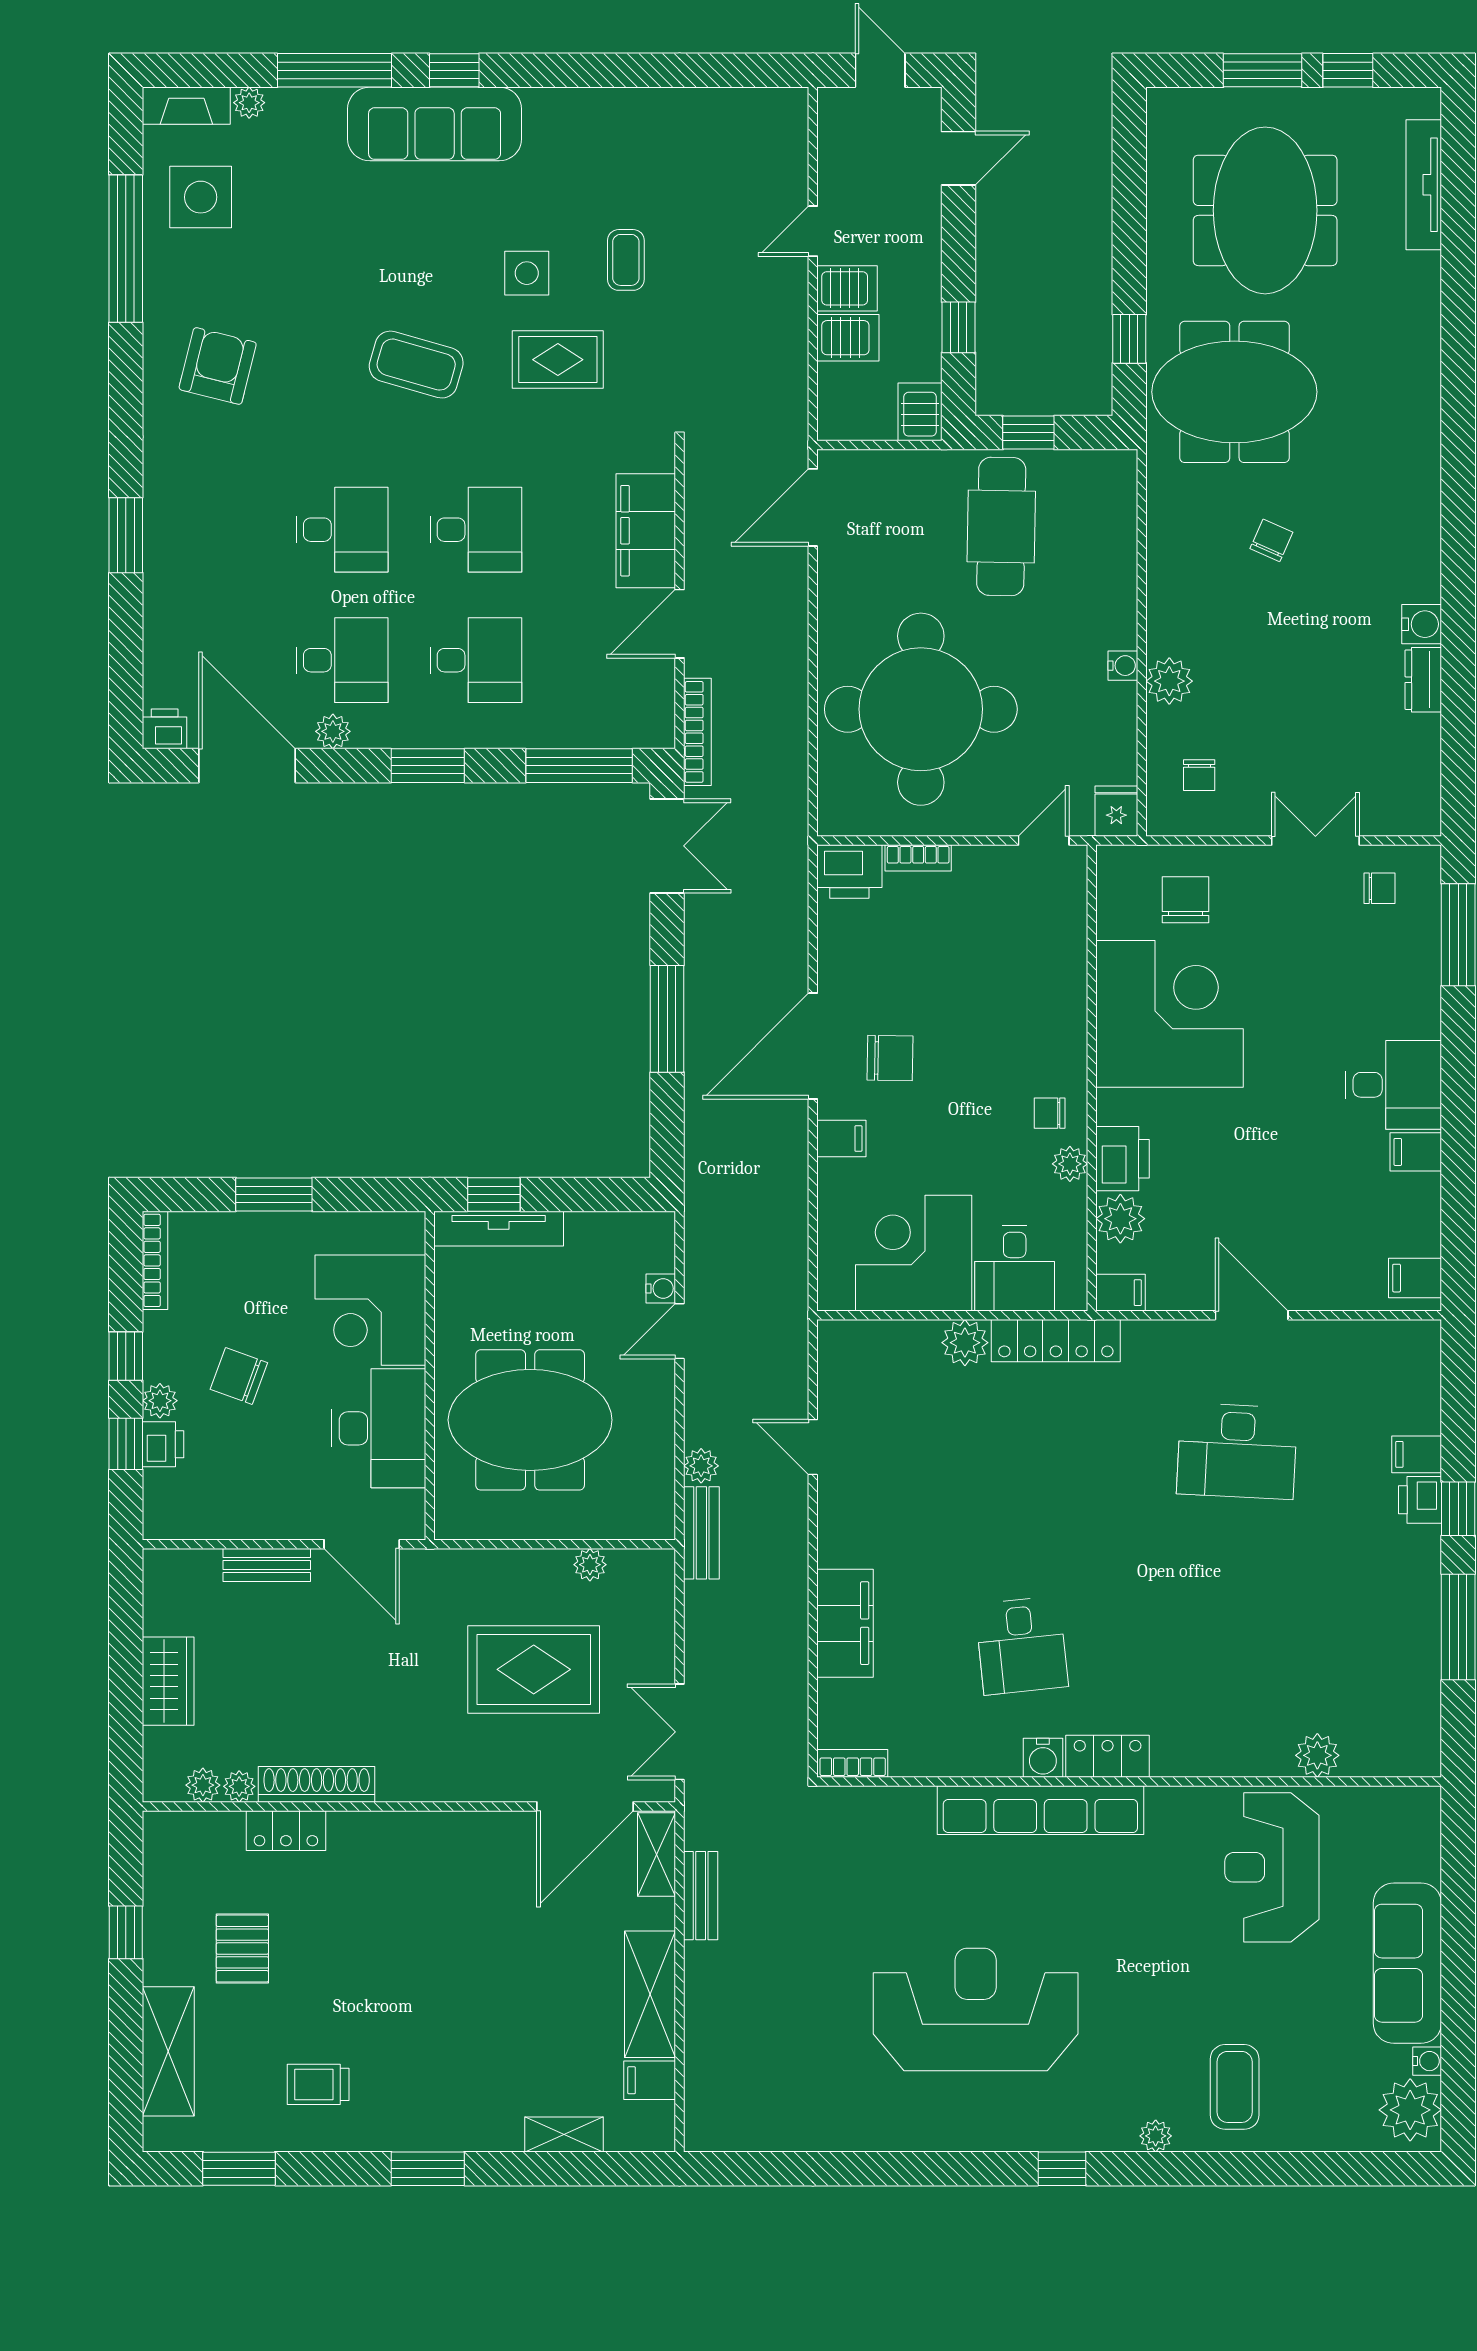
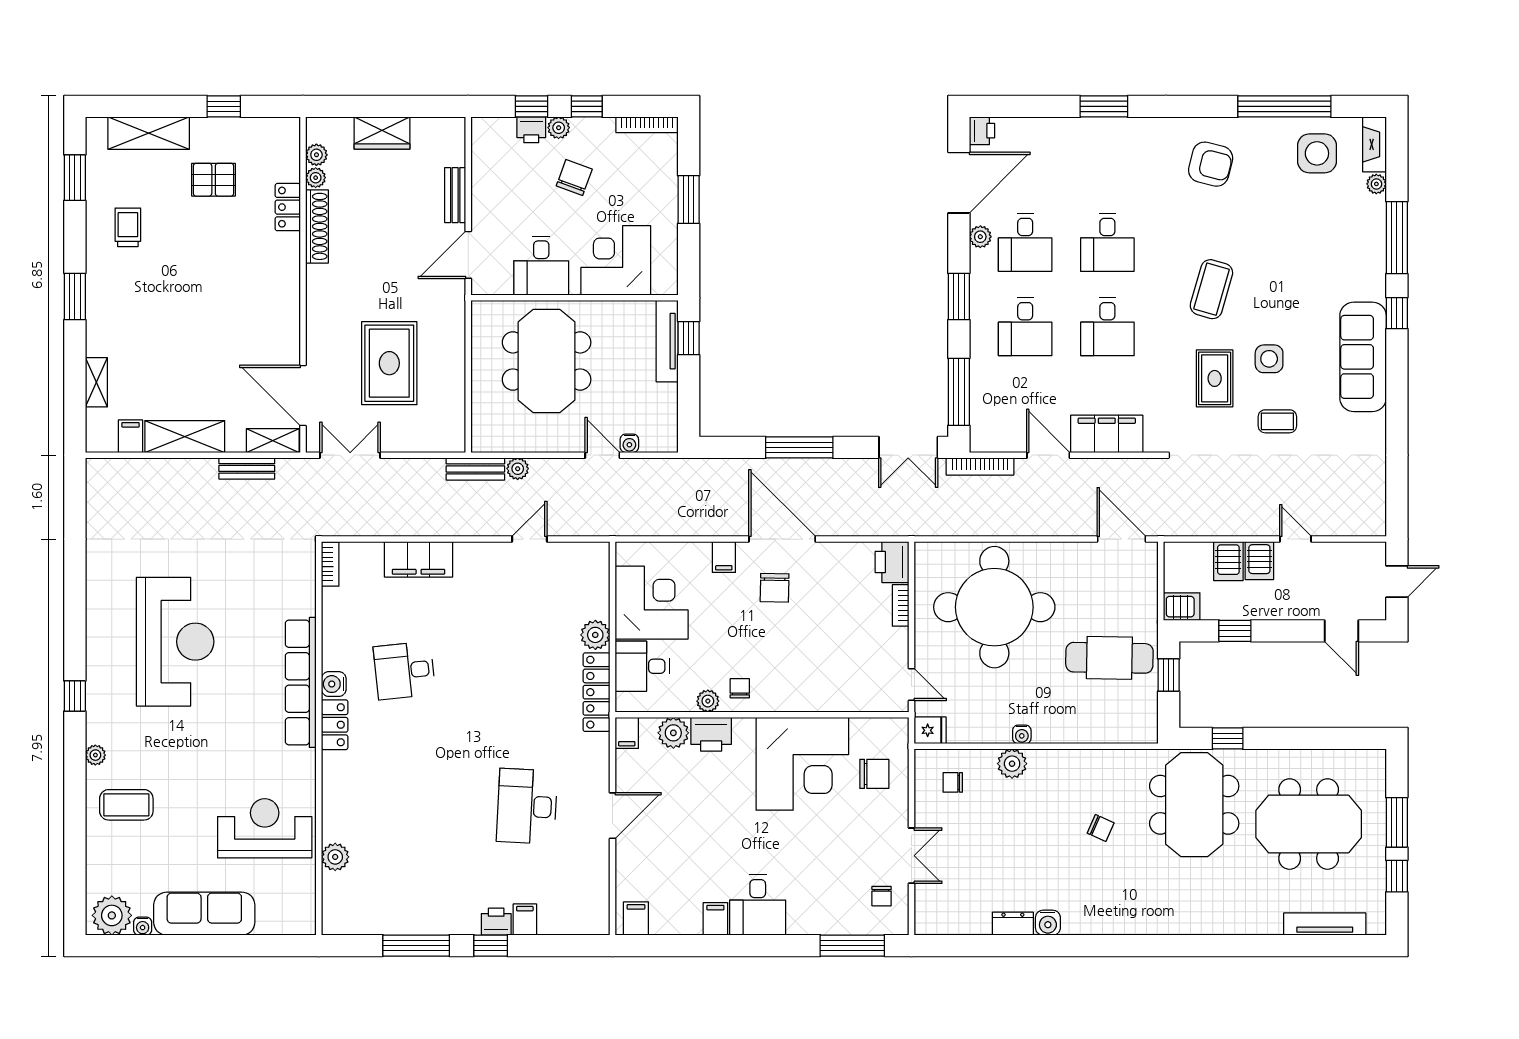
sofa: (435, 124) -> (1363, 357), moved
desk: (379, 1428) -> (541, 266), width x0.73
plant: (590, 1565) -> (455, 399), removed

